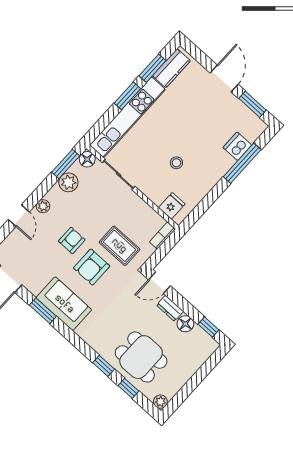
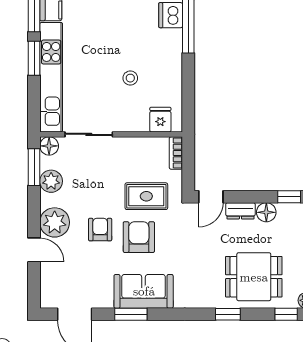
plant: (43, 206) -> (55, 222), width x1.87, depth x1.87
armchair: (92, 267) -> (139, 237), turned 180
window: (128, 388) -> (286, 314), moved

